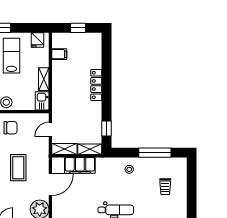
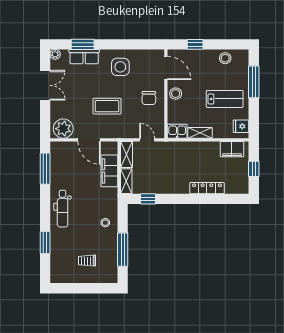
filing cabinet: (59, 54) -> (232, 149), width x2.00
locker: (96, 85) -> (207, 188), moved

